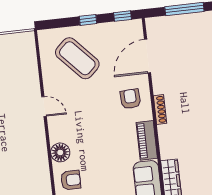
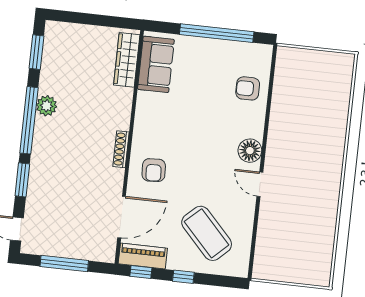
piano: (147, 140) -> (143, 256), moved, turned -90
floor lamp: (60, 152) -> (250, 151), moved

